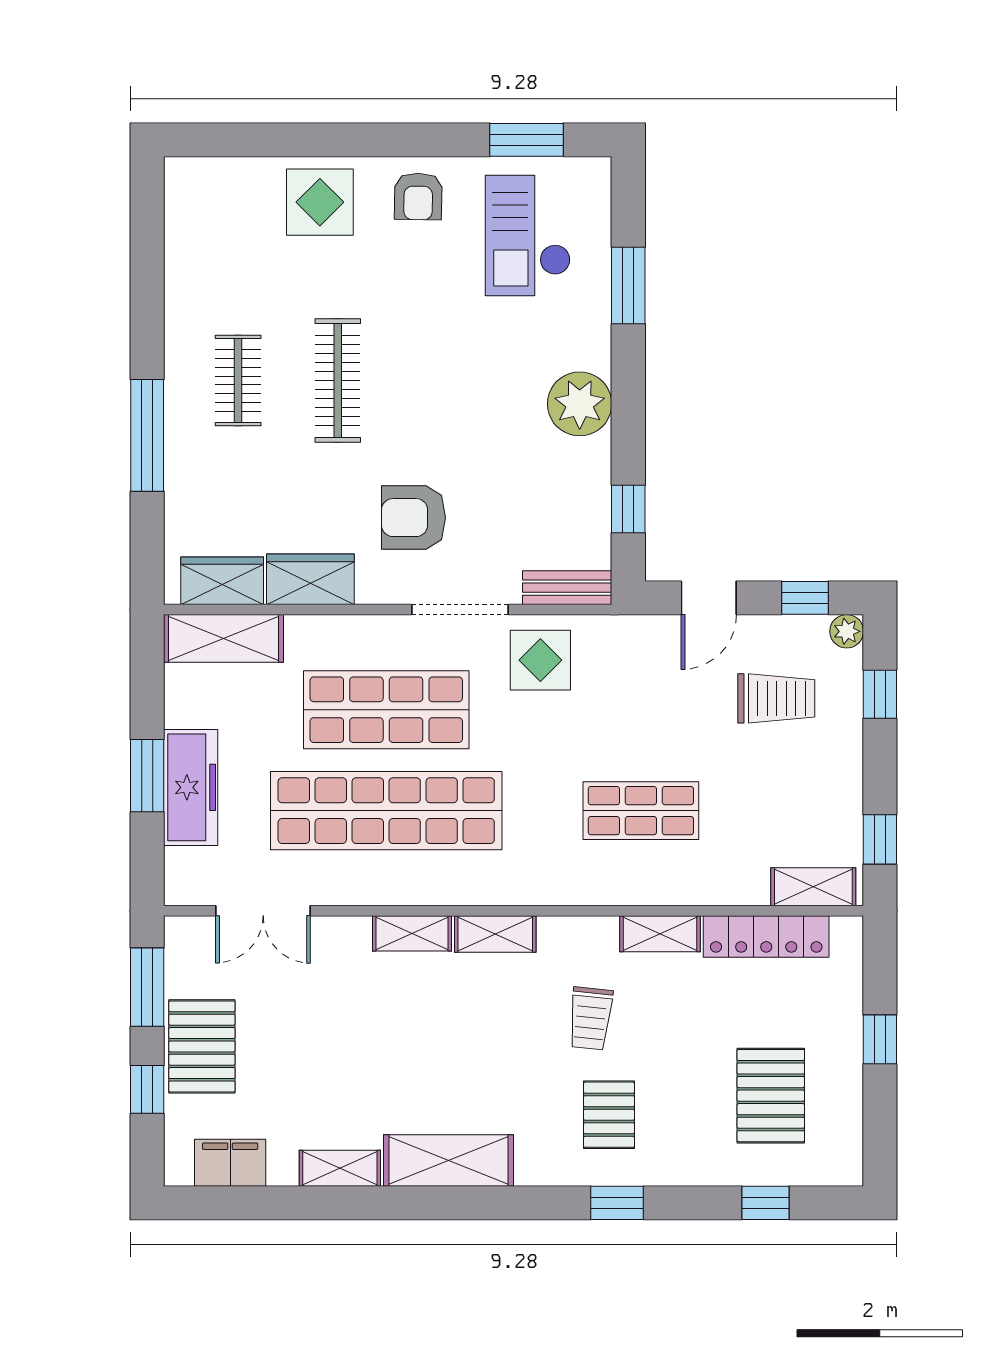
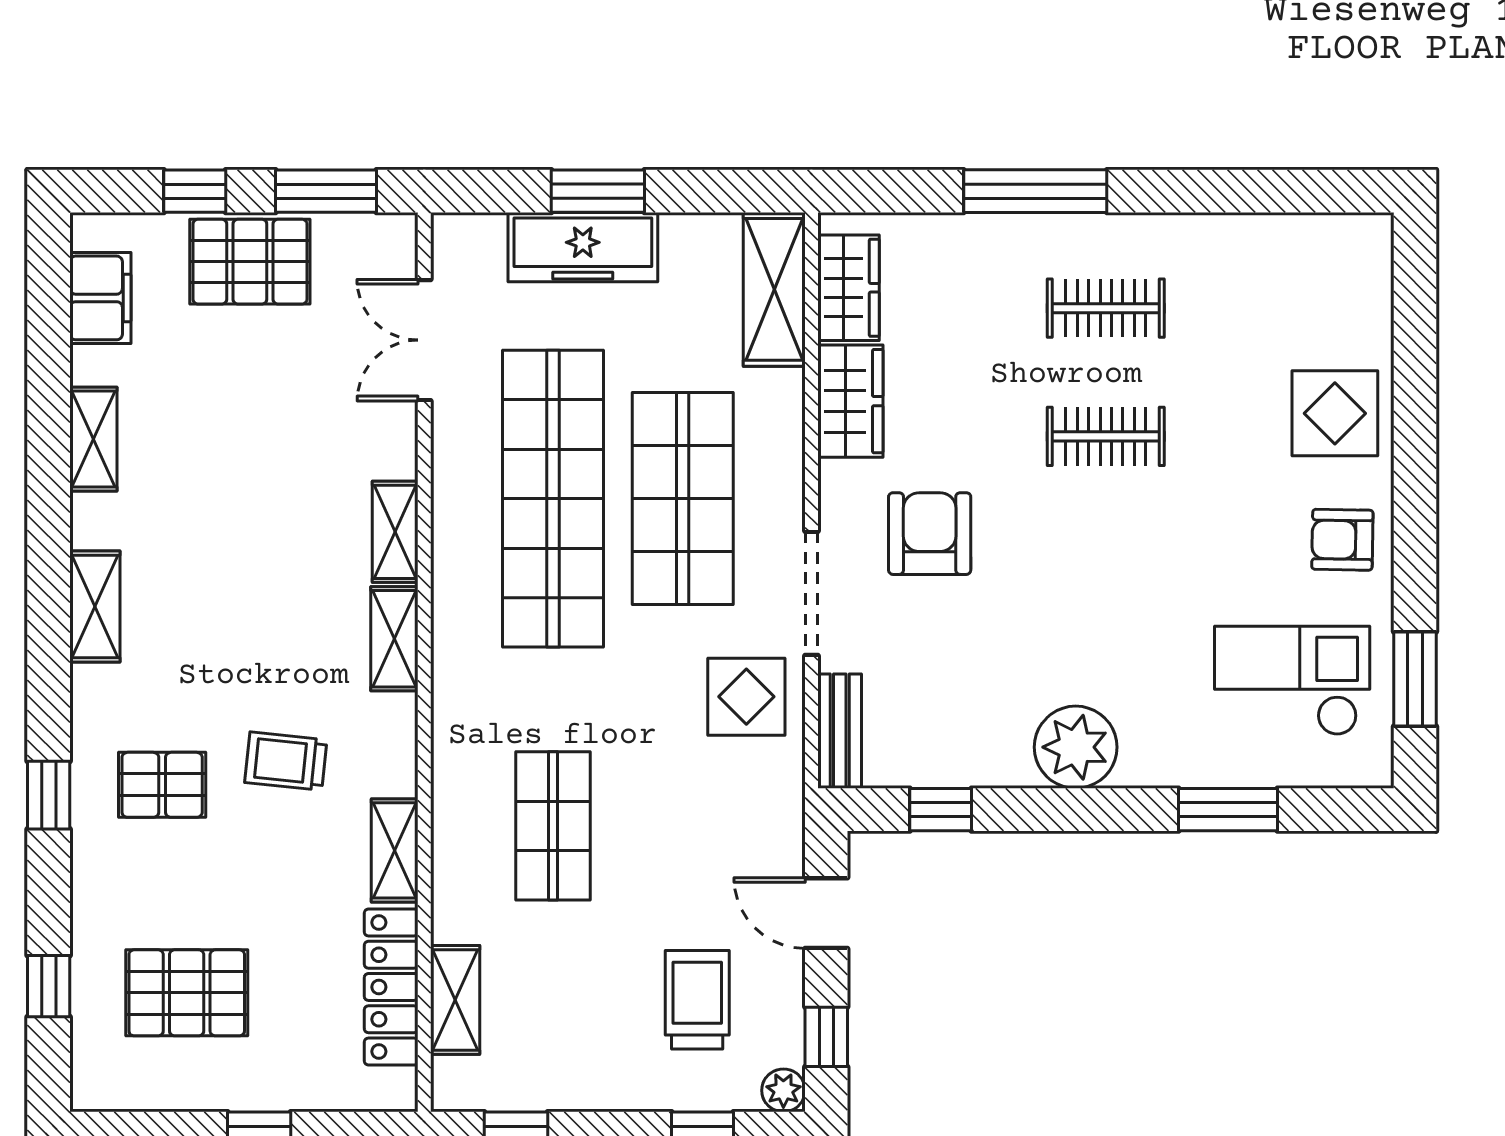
clothes rail: (338, 380) -> (1106, 436), width x0.73
trolley: (776, 698) -> (697, 1000), turned 180
shelving: (813, 887) -> (455, 1000), moved
shelving: (449, 1161) -> (95, 606), width x0.67, depth x0.75

